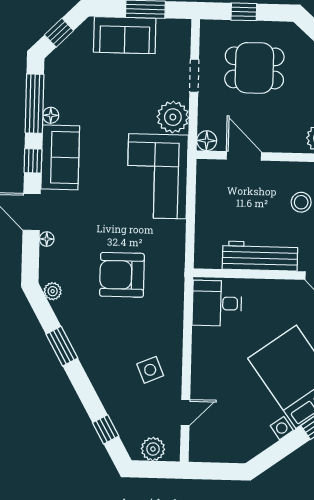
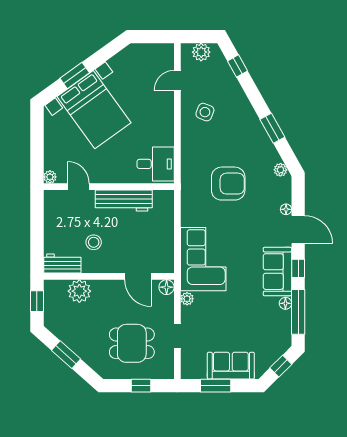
plant: (173, 117) -> (187, 299), width x0.53, depth x0.53
side table: (150, 370) -> (205, 112), turned 45

